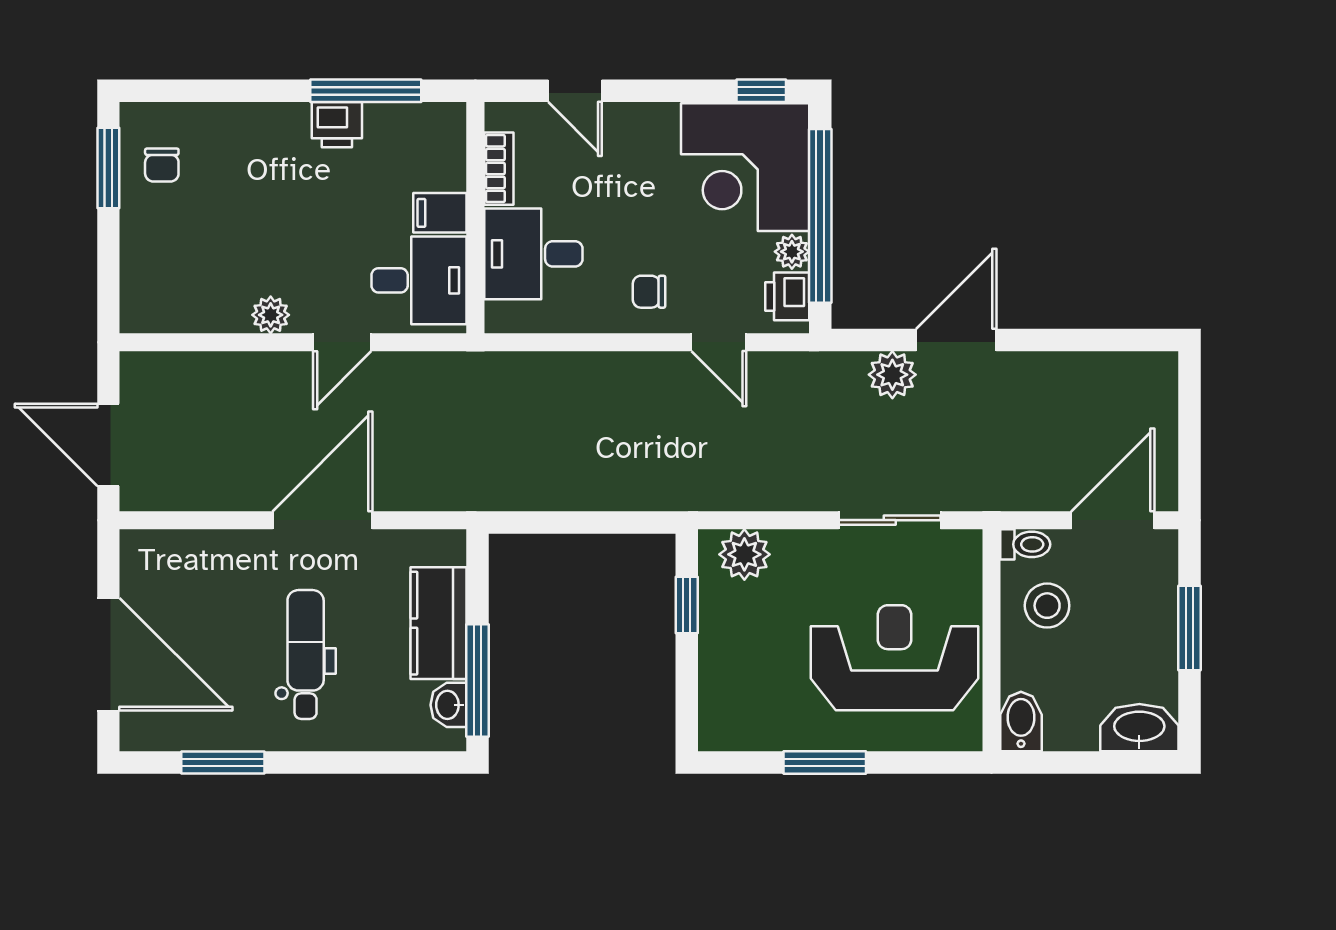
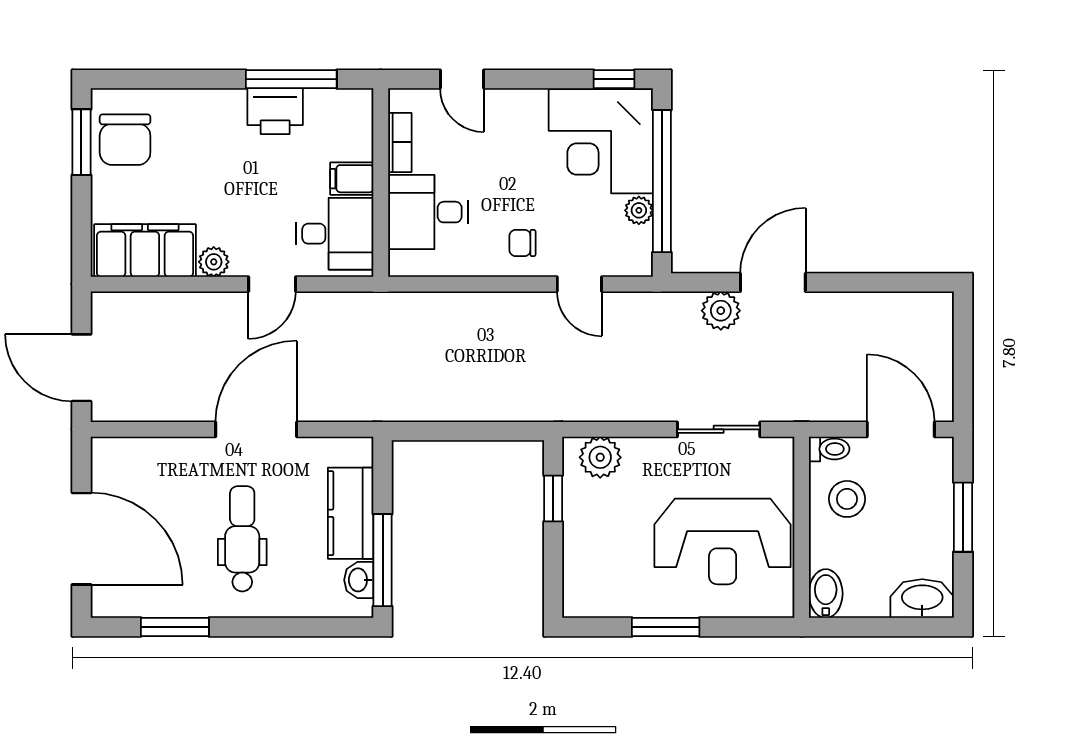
printer: (337, 125) -> (275, 111), width x1.36, depth x1.24
chair: (162, 165) -> (125, 140), width x1.87, depth x1.87
printer: (787, 296) -> (635, 247), removed
filing cabinet: (186, 301) -> (145, 251), added
door: (1113, 520) -> (901, 429), hinge flipped
reception desk: (895, 658) -> (723, 541), turned 180

